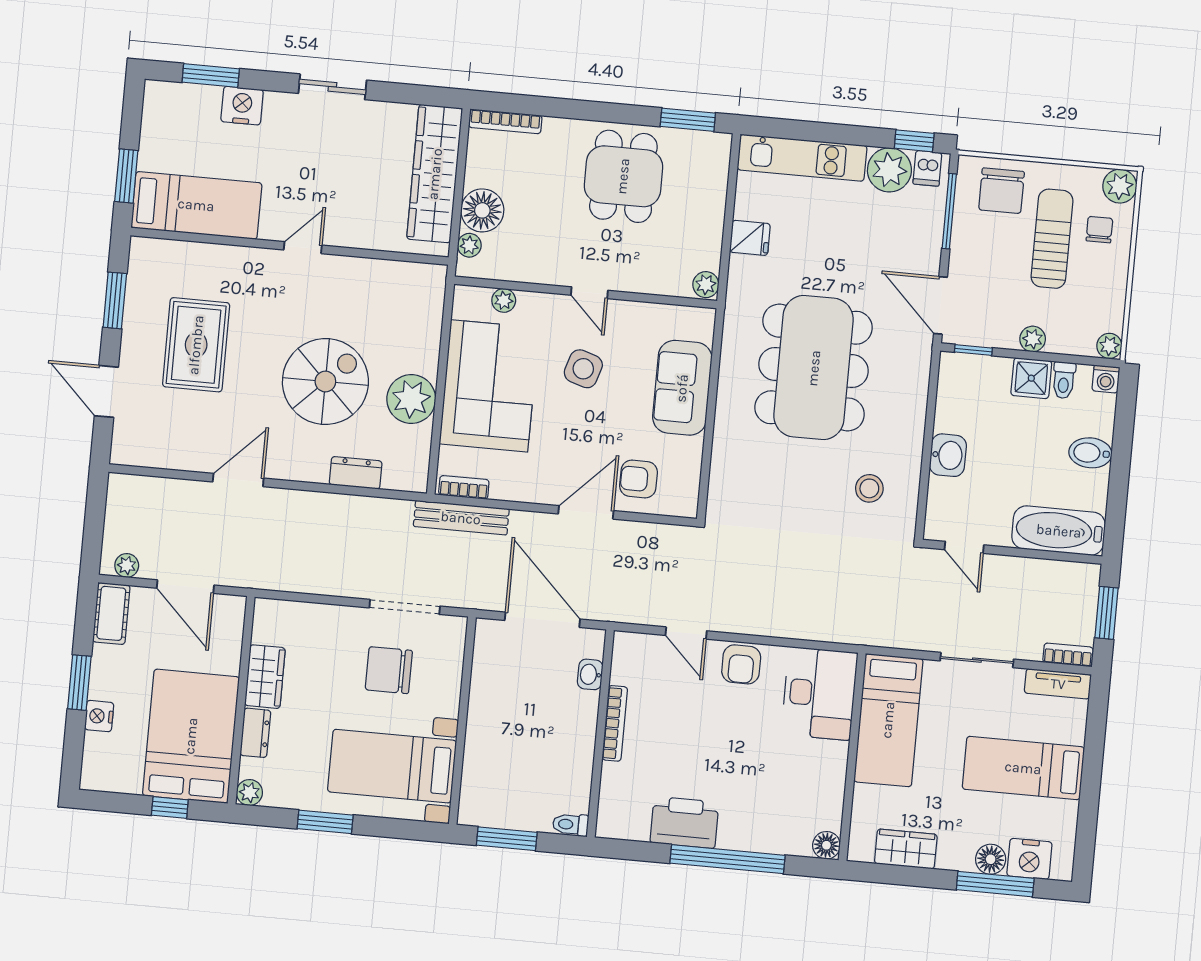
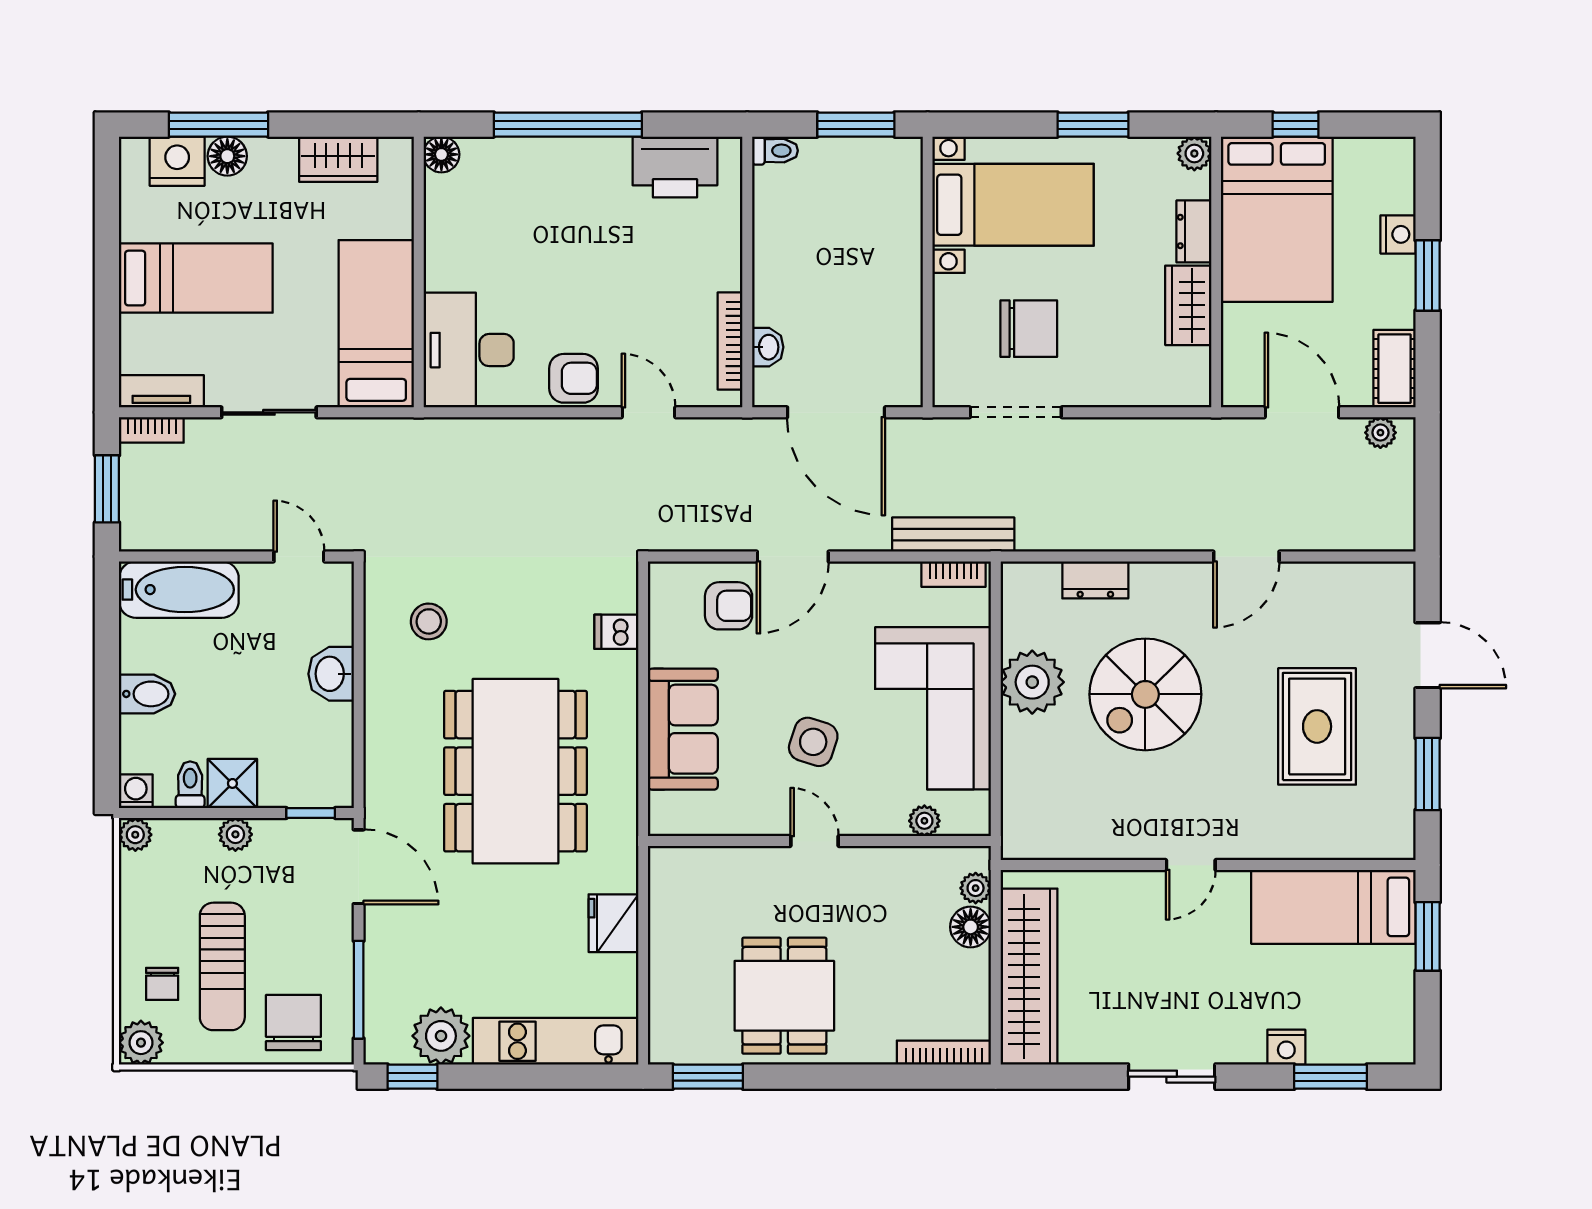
nightstand: (242, 106) -> (1286, 1047), width x0.74, depth x0.75
dishwasher: (927, 168) -> (616, 632), moved, turned -90
floor lamp: (482, 210) -> (971, 927), width x0.73, depth x0.73
fridge: (750, 238) -> (613, 923), width x1.38
plant: (706, 285) -> (665, 866), removed
armchair: (741, 664) -> (573, 378), turned 90
bookcase: (615, 723) -> (730, 341), moved
printer: (684, 822) -> (675, 167), moved

